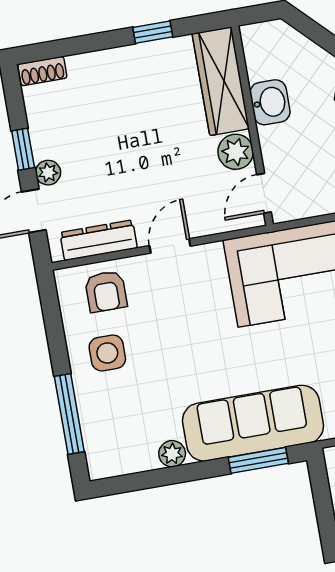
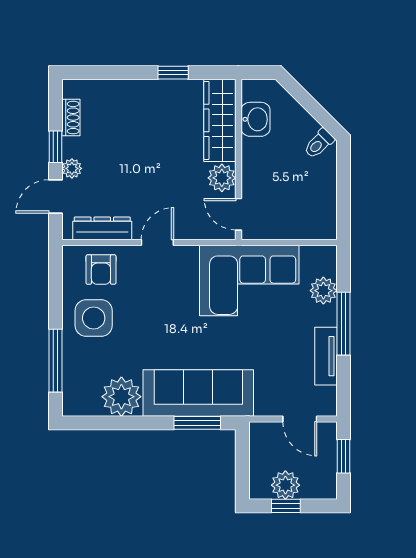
shoe rack: (42, 71) -> (71, 118), moved, turned -90
washbasin: (270, 102) -> (256, 119), moved
door: (264, 193) -> (238, 214), hinge flipped
side table: (107, 353) -> (94, 318), width x1.37, depth x1.37
plant: (172, 454) -> (121, 397), width x1.87, depth x1.87

